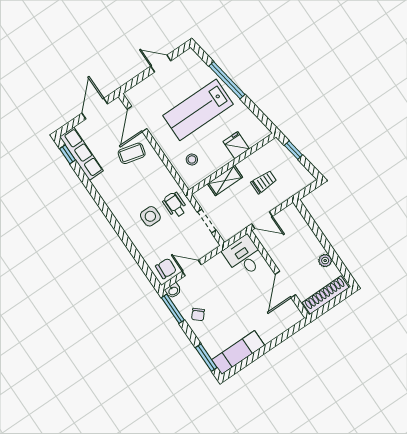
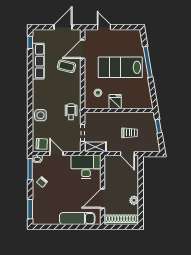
door: (161, 64) -> (104, 27), moved
fridge: (236, 145) -> (115, 102), moved
row of seats: (81, 154) -> (38, 61), moved
shelving: (225, 180) -> (95, 147), moved
side table: (150, 216) -> (40, 115), moved
door: (262, 220) -> (127, 154), moved
desk: (244, 256) -> (86, 167), width x1.37
exam couch: (238, 353) -> (77, 219), moved

